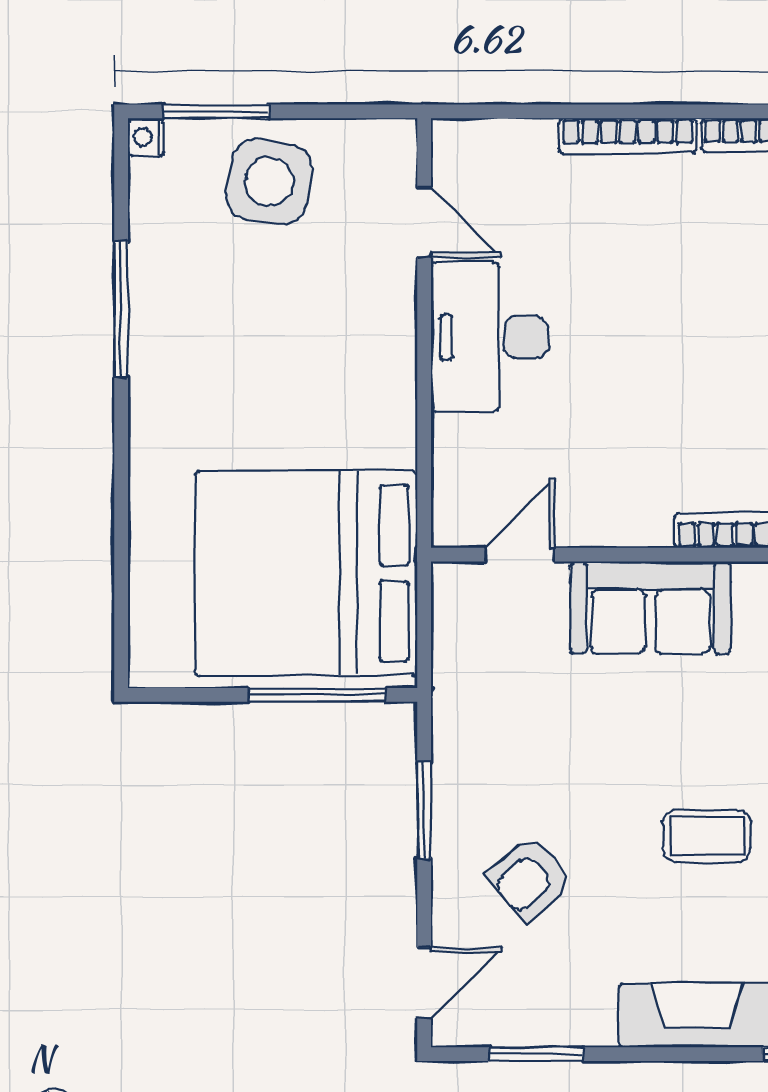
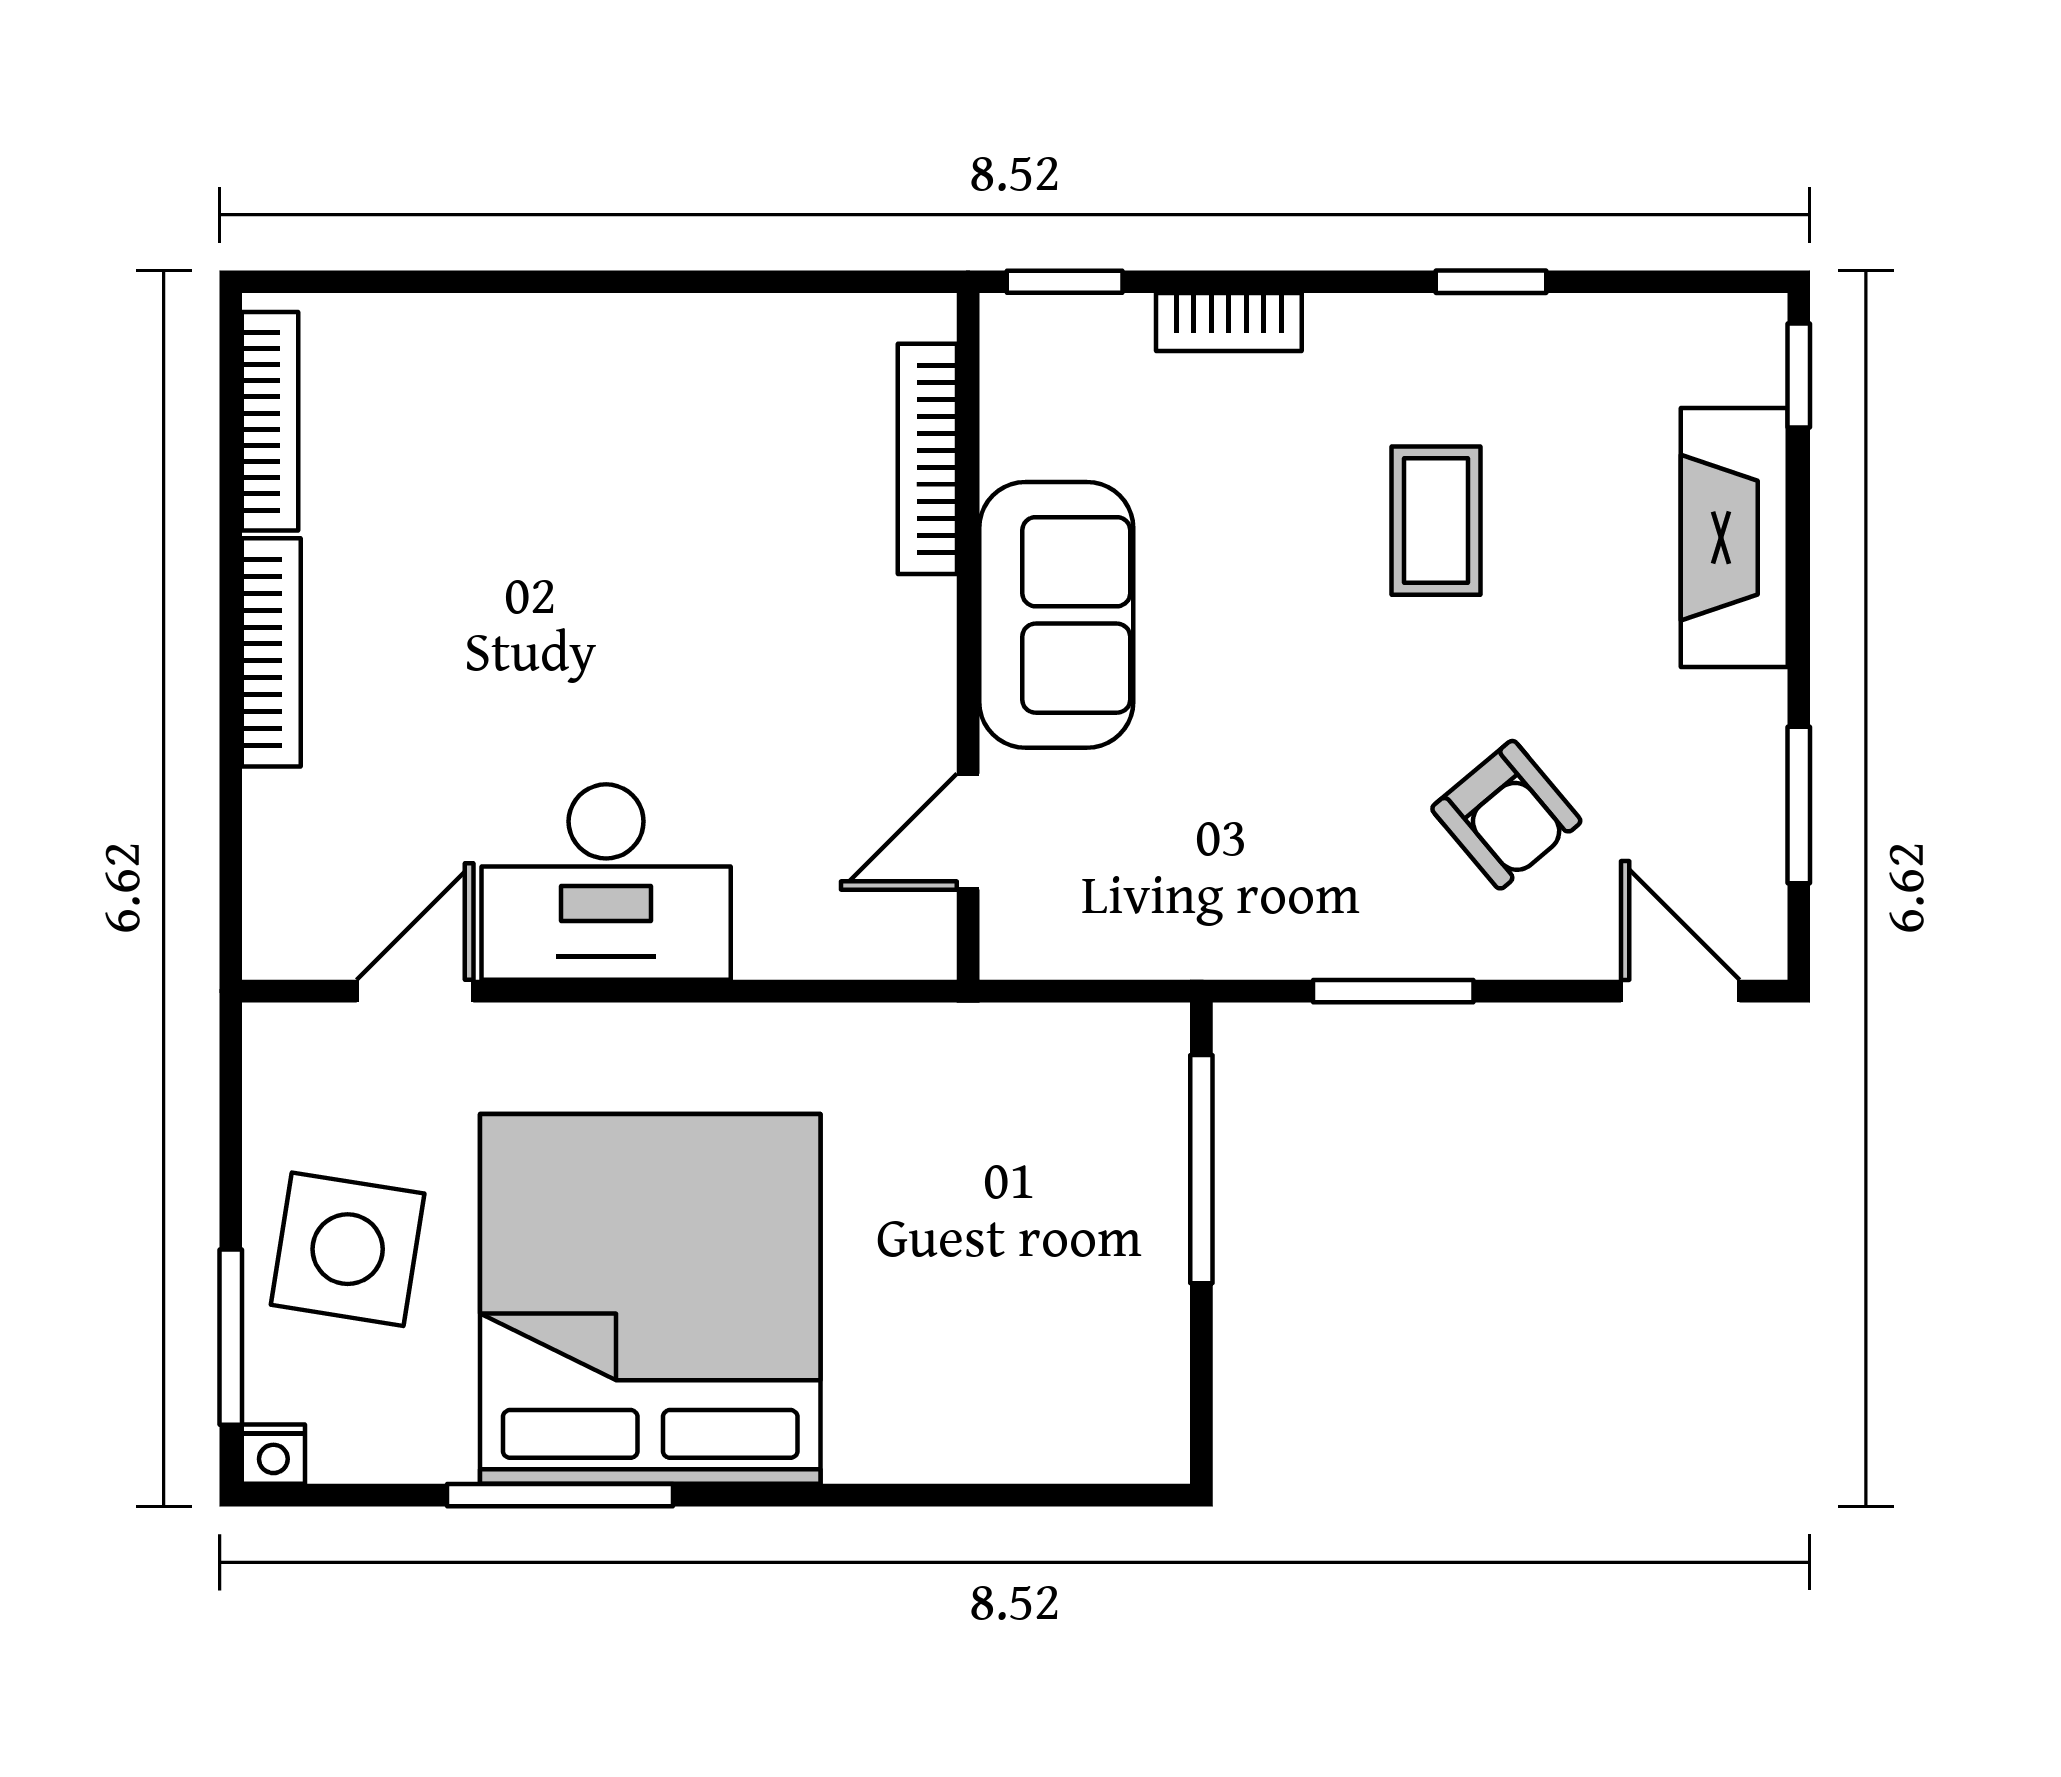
door: (520, 555) -> (968, 832), hinge flipped
bed: (306, 573) -> (650, 1299), moved, turned 180

